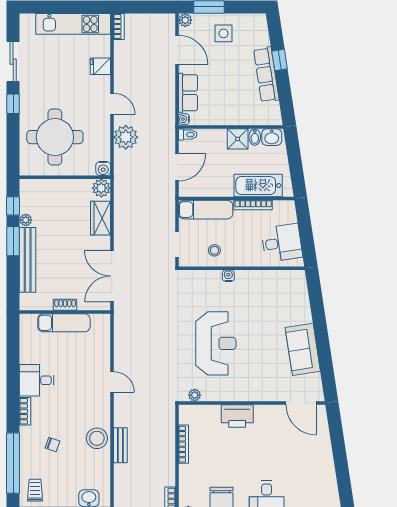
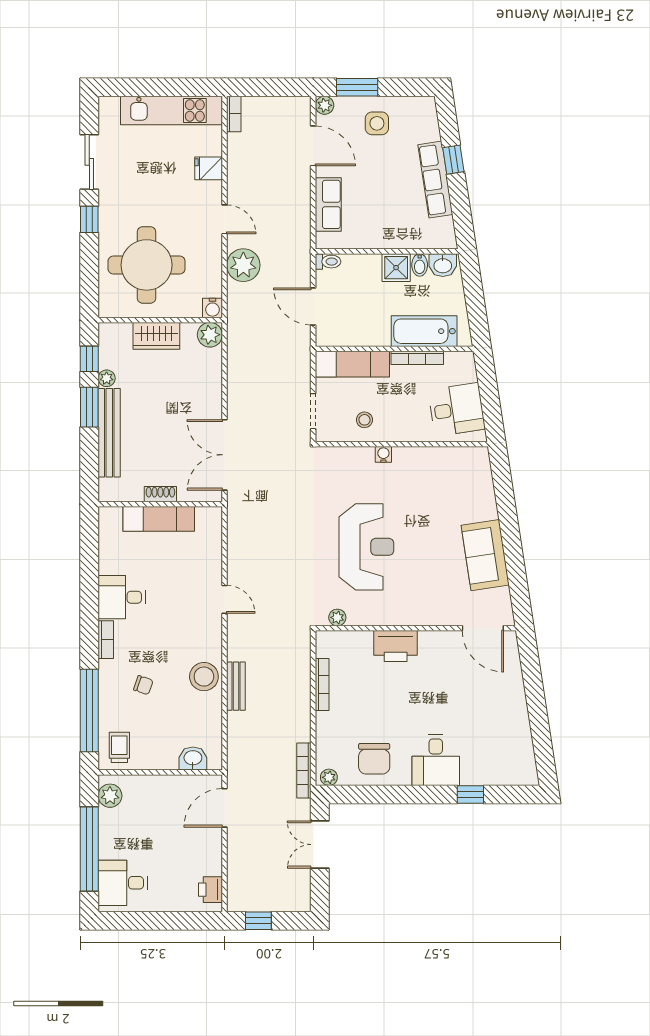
water cooler: (184, 119) -> (323, 240), removed
door: (177, 167) -> (313, 306), swing flipped
wardrobe: (100, 218) -> (156, 336), moved, turned -90

